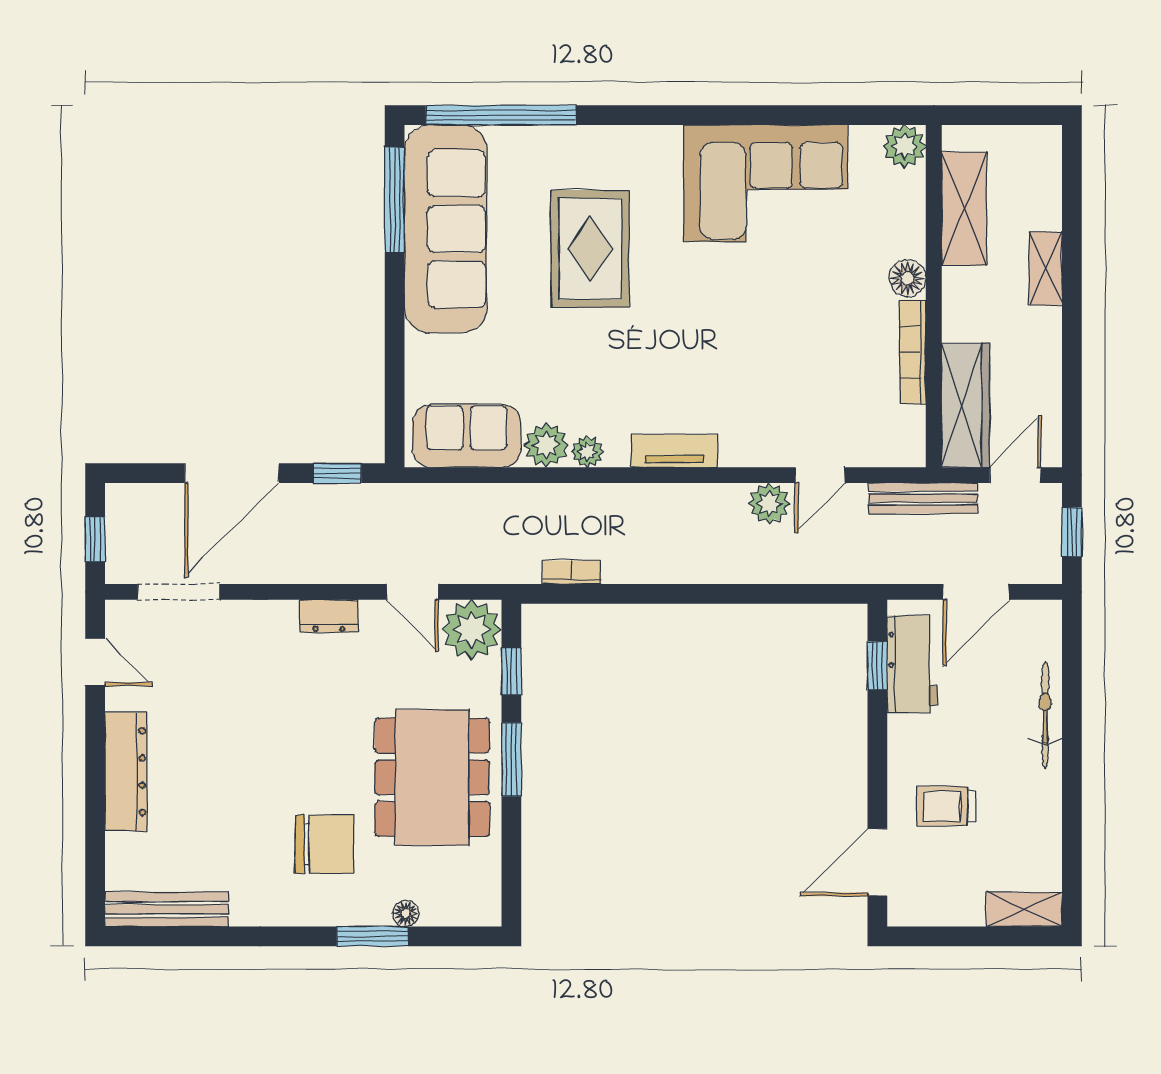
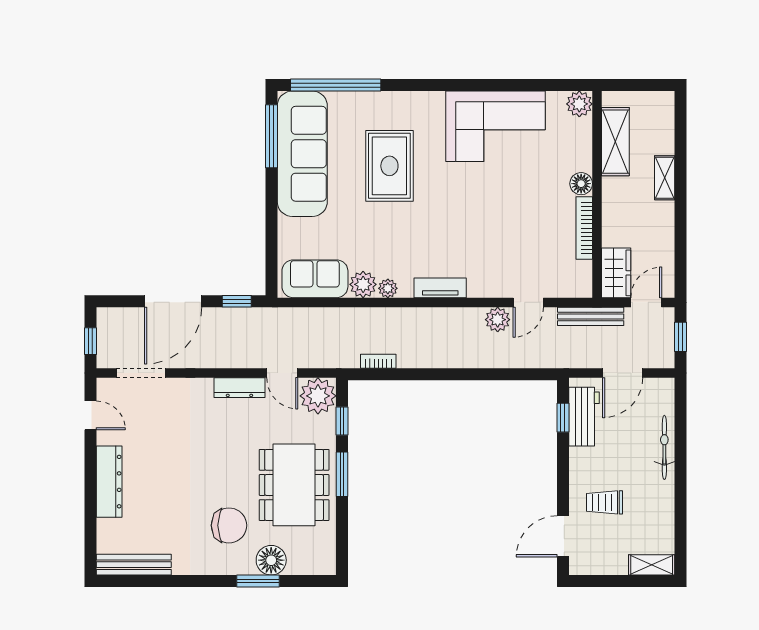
wardrobe: (965, 405) -> (616, 273), width x0.67
dresser: (329, 616) -> (239, 388), width x1.44
floor lamp: (406, 913) -> (271, 560), width x1.89, depth x1.89

